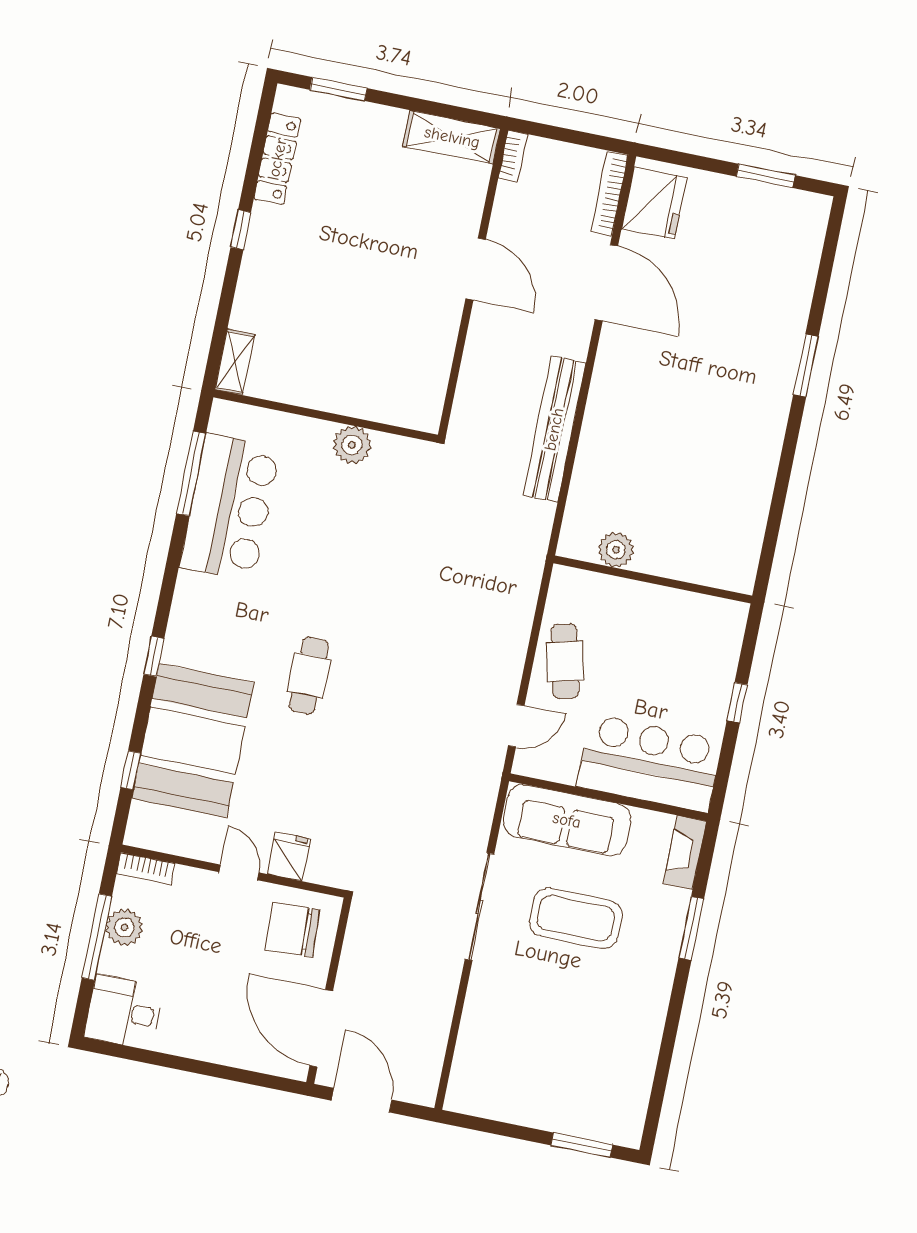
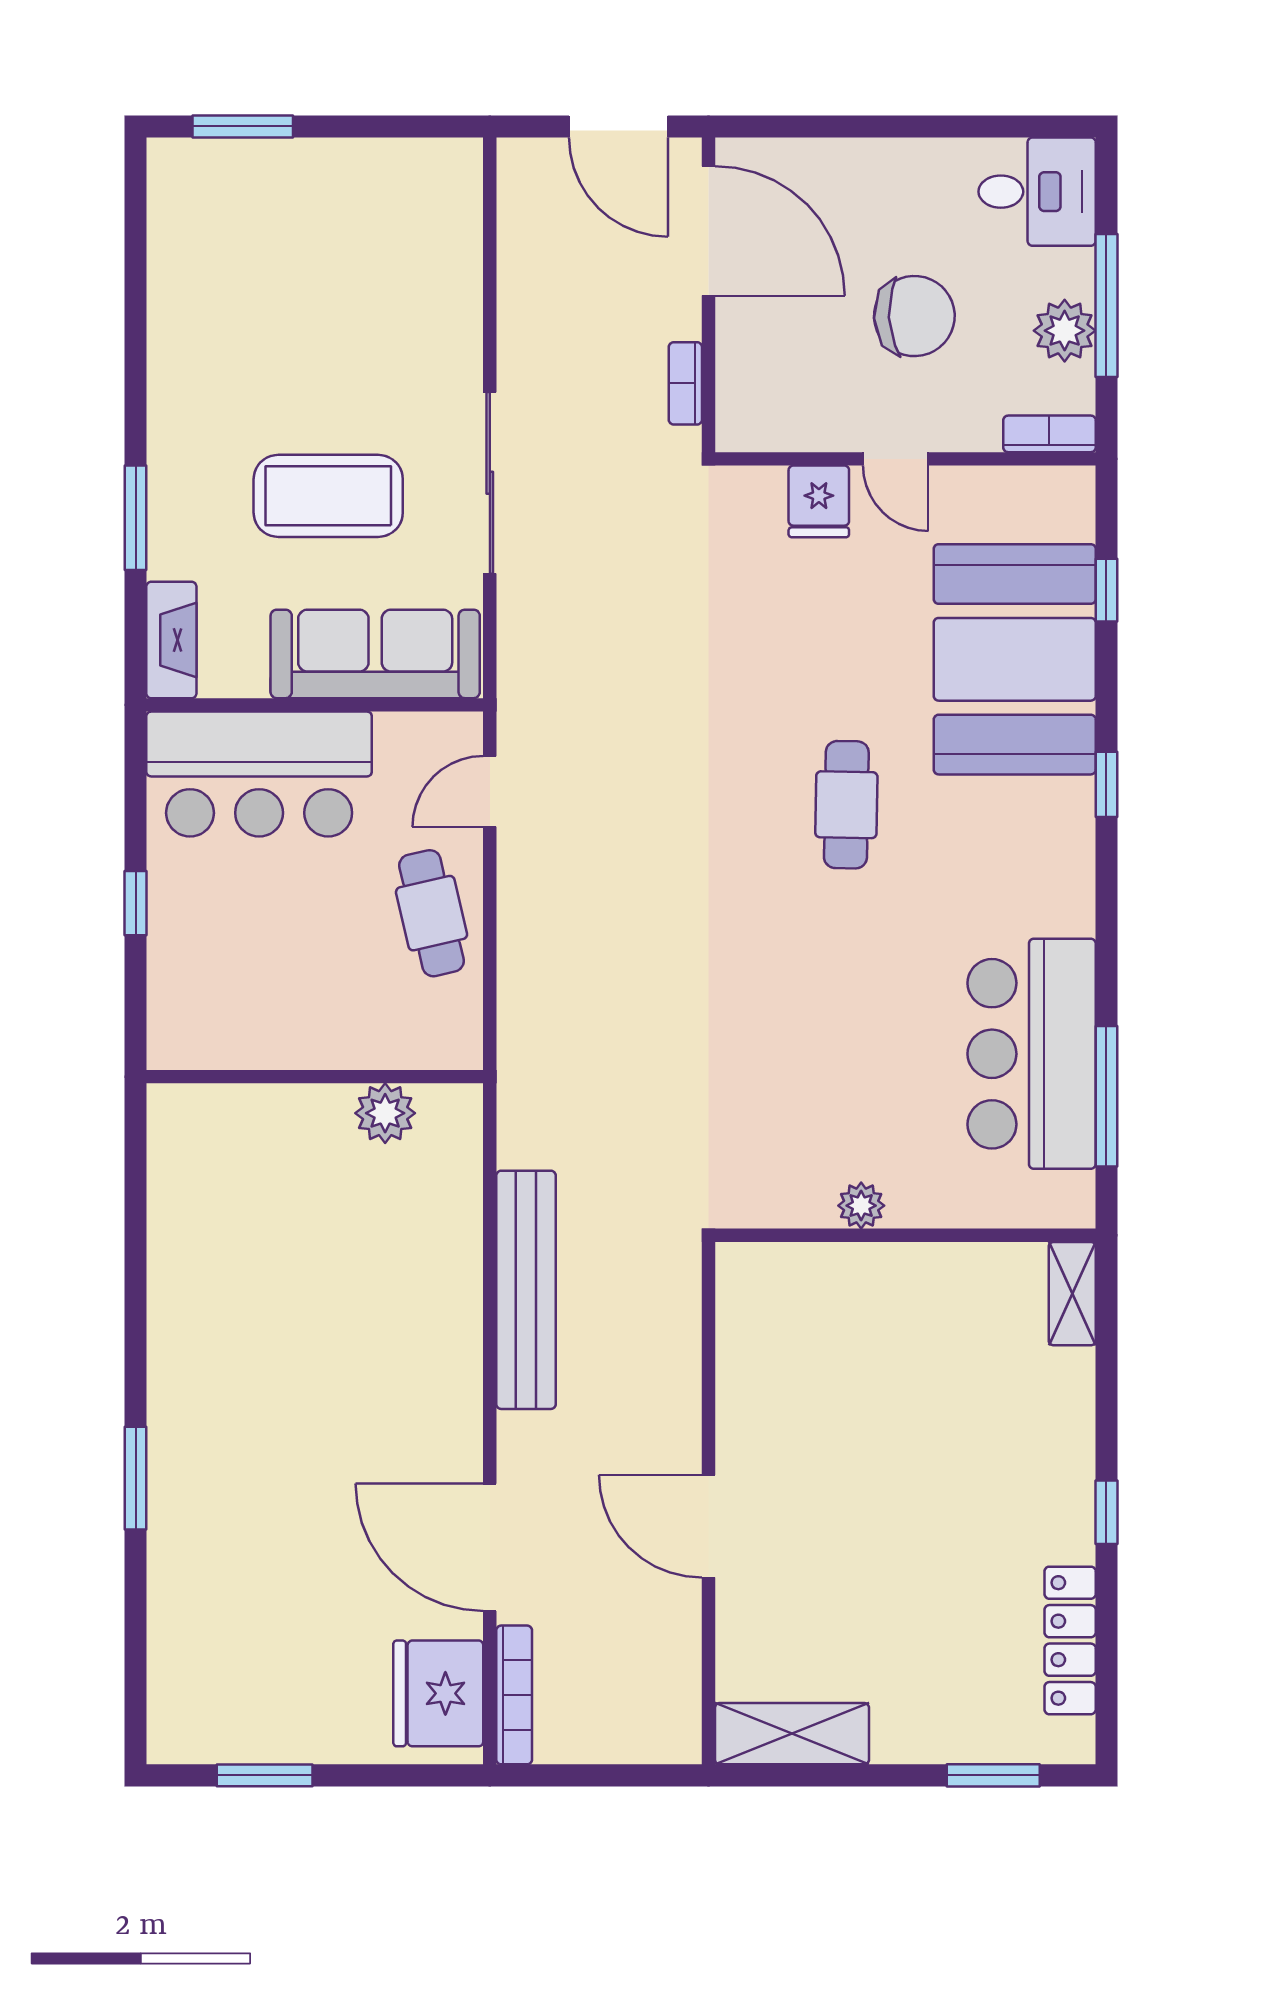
bookcase: (513, 156) -> (685, 383), moved
plant: (352, 445) -> (861, 1206), width x0.73, depth x0.73
chair: (292, 930) -> (914, 316), moved

